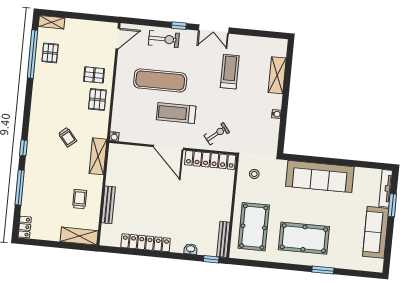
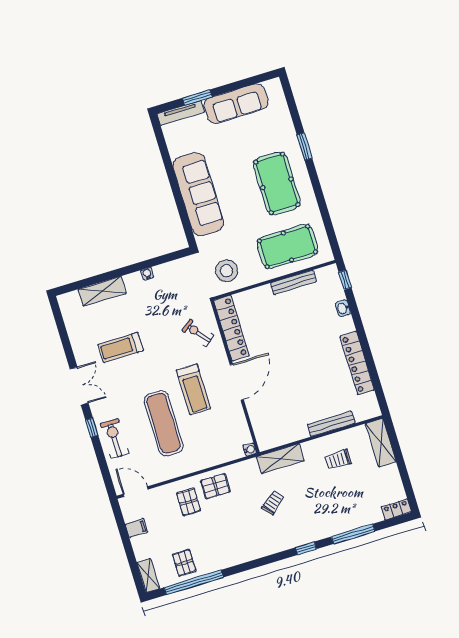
filing cabinet: (90, 28) -> (136, 528), added
pallet: (50, 53) -> (184, 563), turned 90
stool: (254, 174) -> (227, 271), width x1.89, depth x1.89
bench: (223, 239) -> (293, 282), moved

